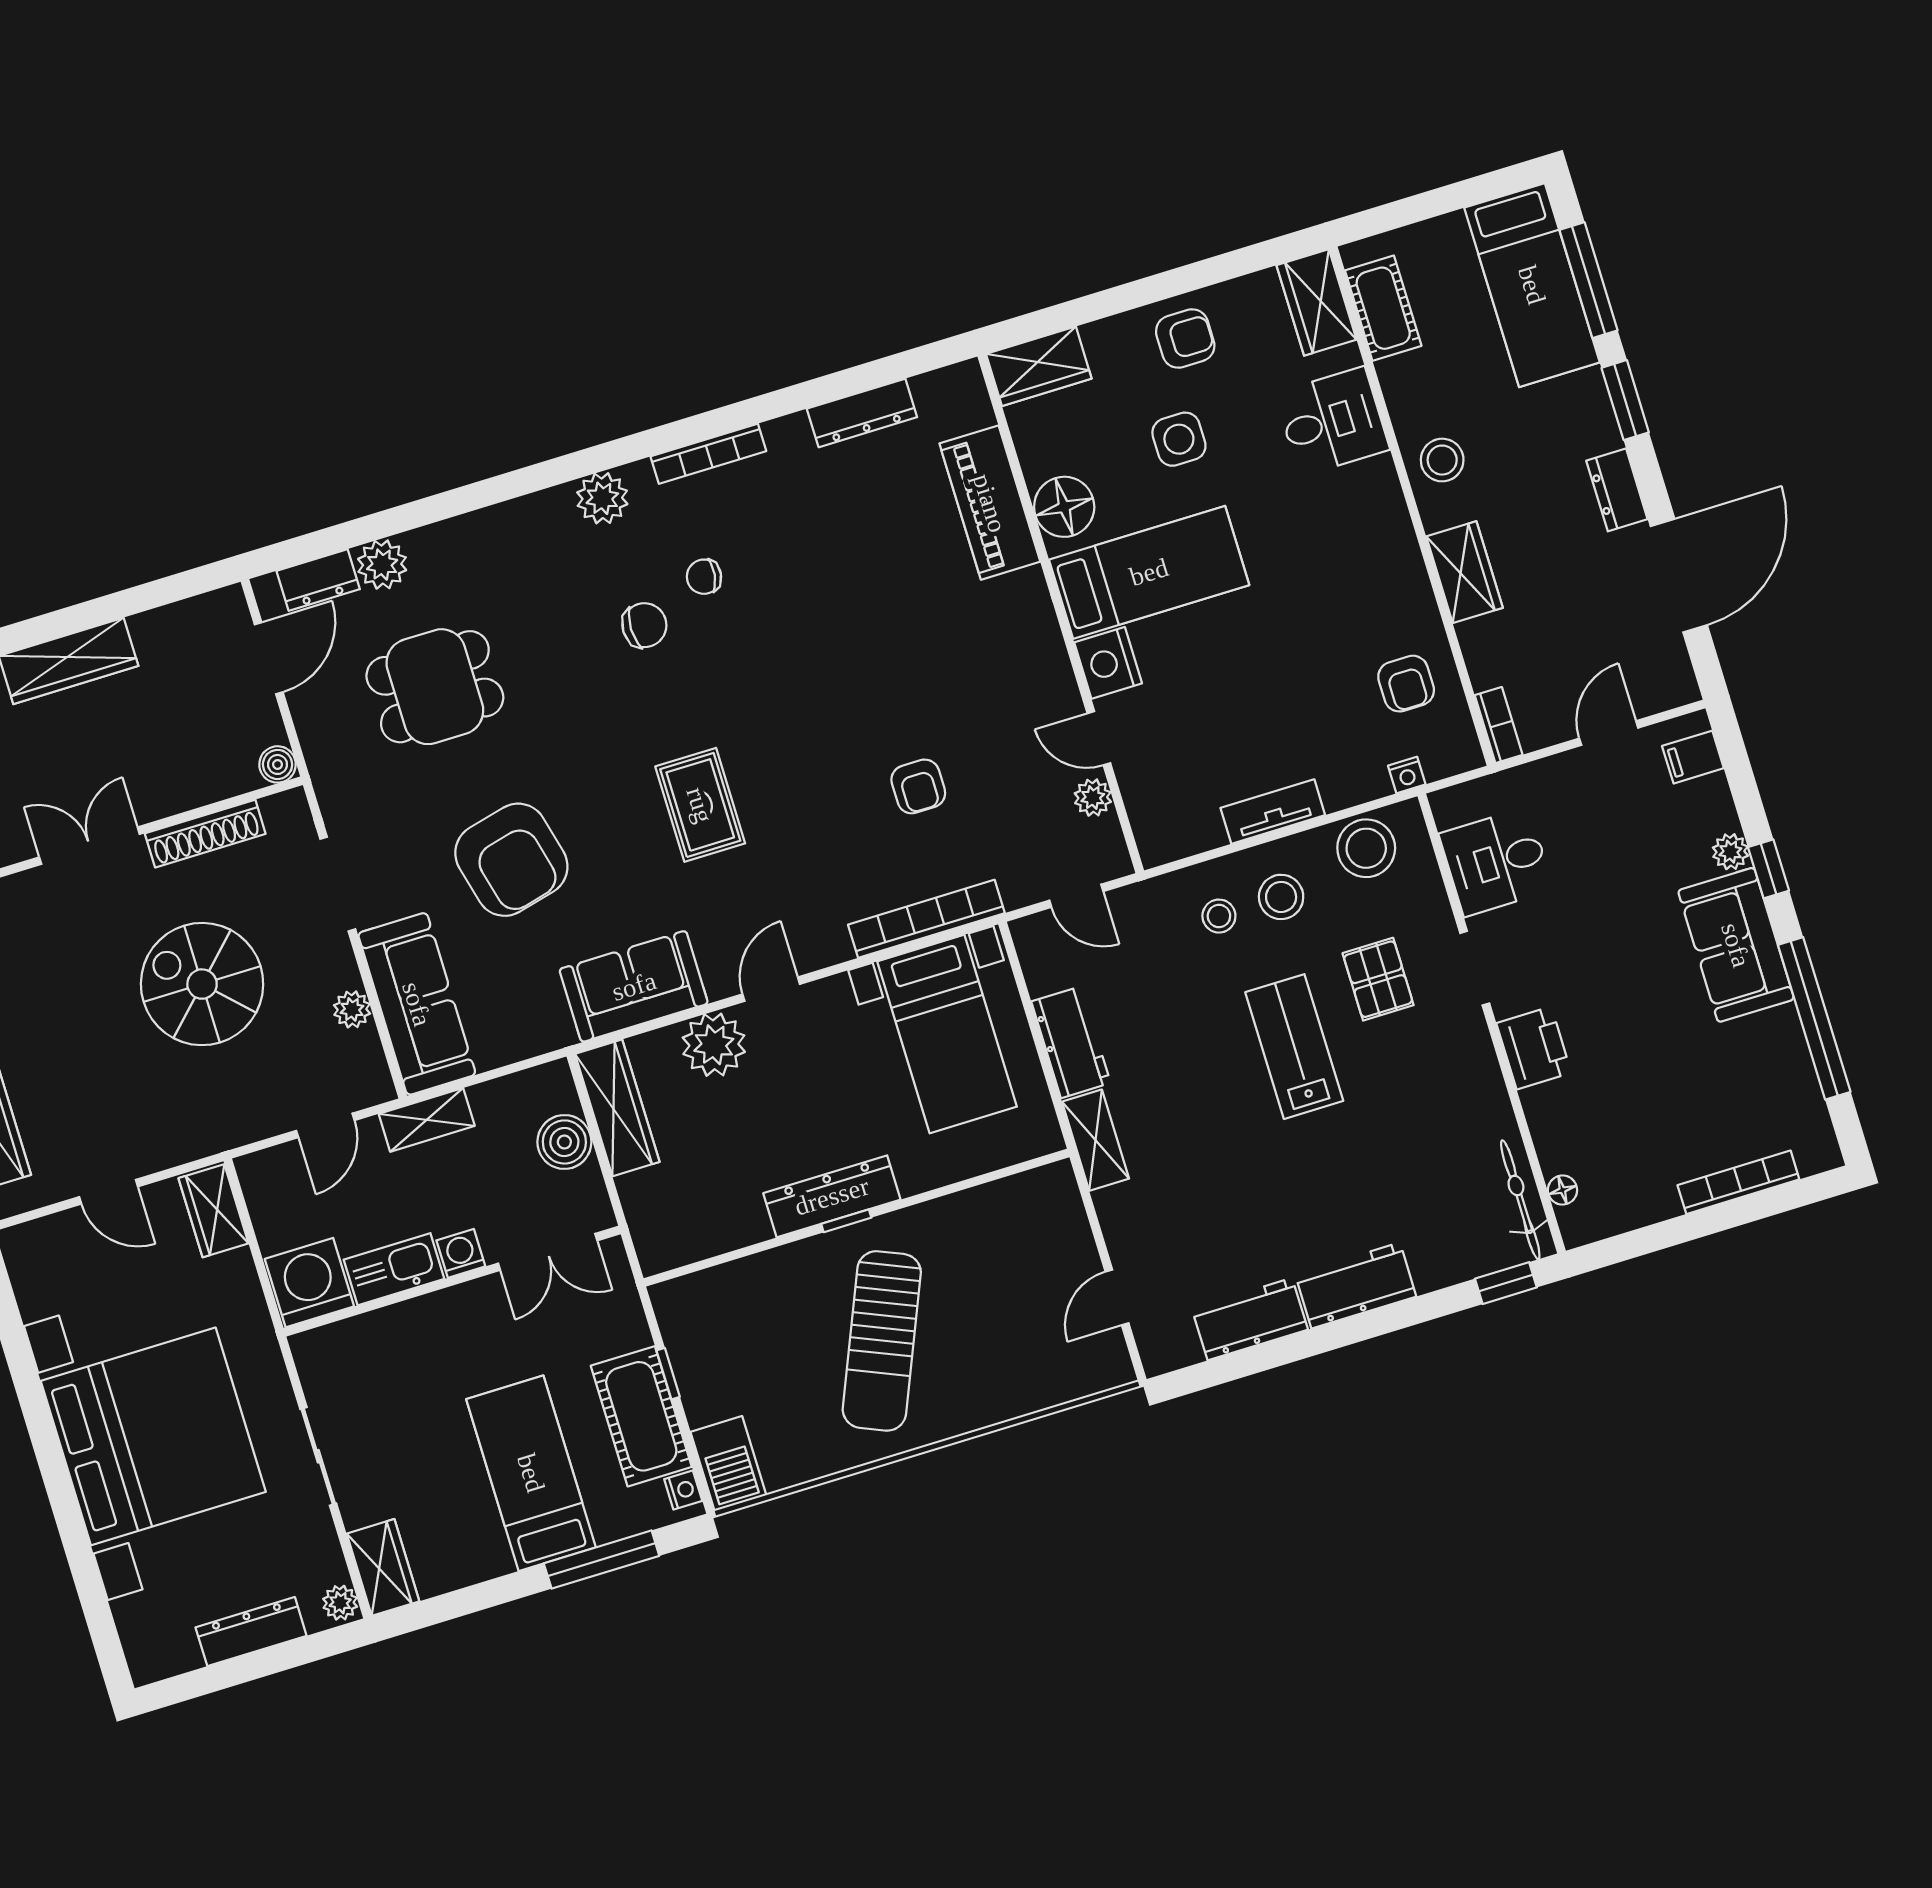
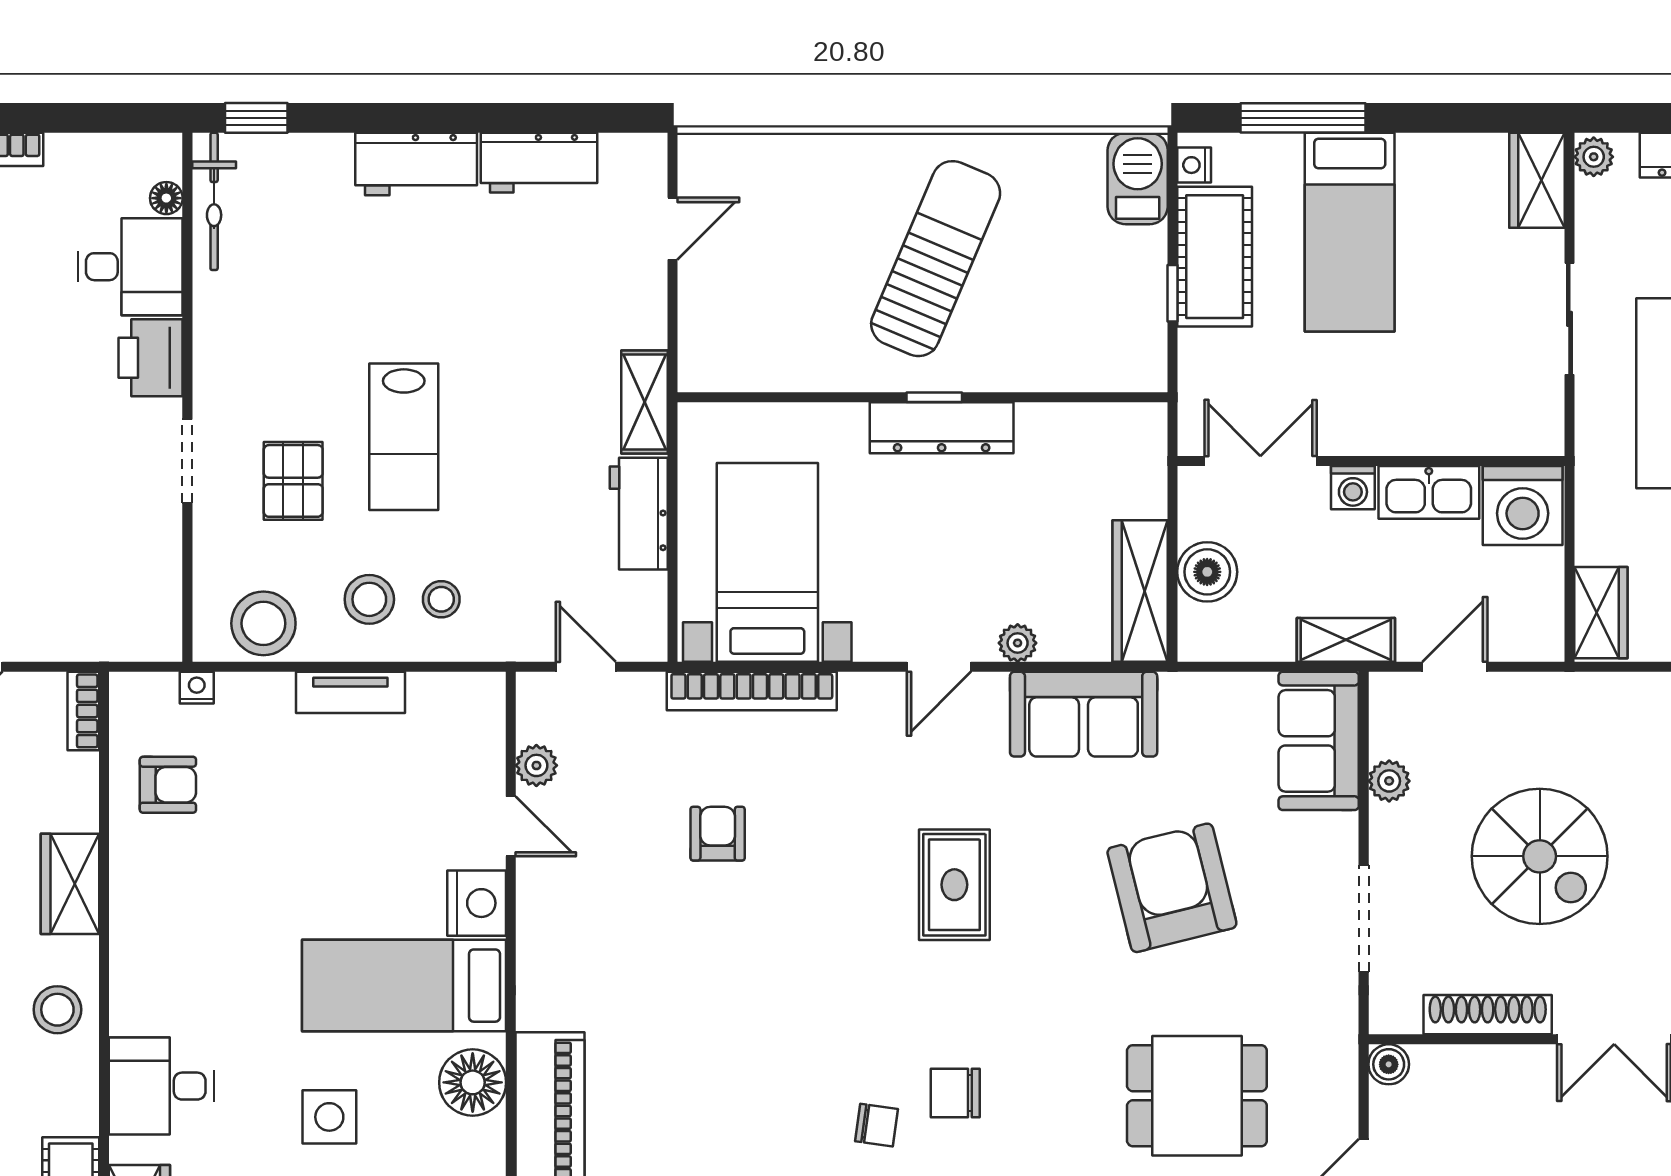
armchair: (1406, 684) -> (168, 785), turned 90
desk: (1496, 862) -> (130, 267), moved
sofa: (417, 1004) -> (1319, 741), width x0.73
plant: (714, 1045) -> (1018, 643), width x0.53, depth x0.53

